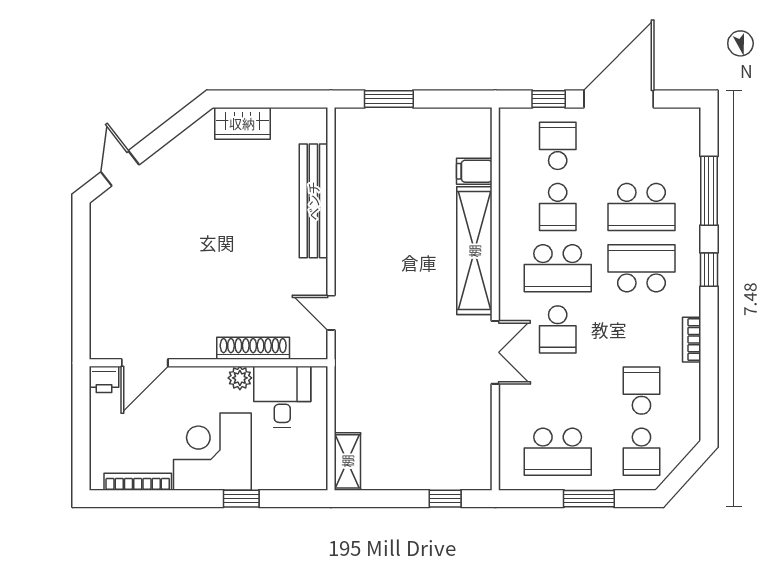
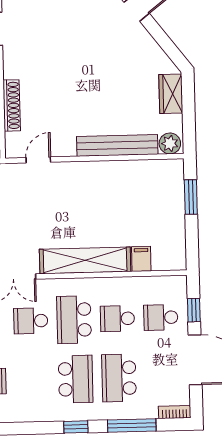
plant: (313, 127) -> (170, 143), added
school desk: (558, 146) -> (161, 317), turned 180
bookcase: (692, 340) -> (175, 412), moved

